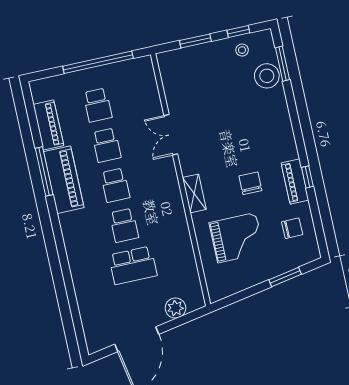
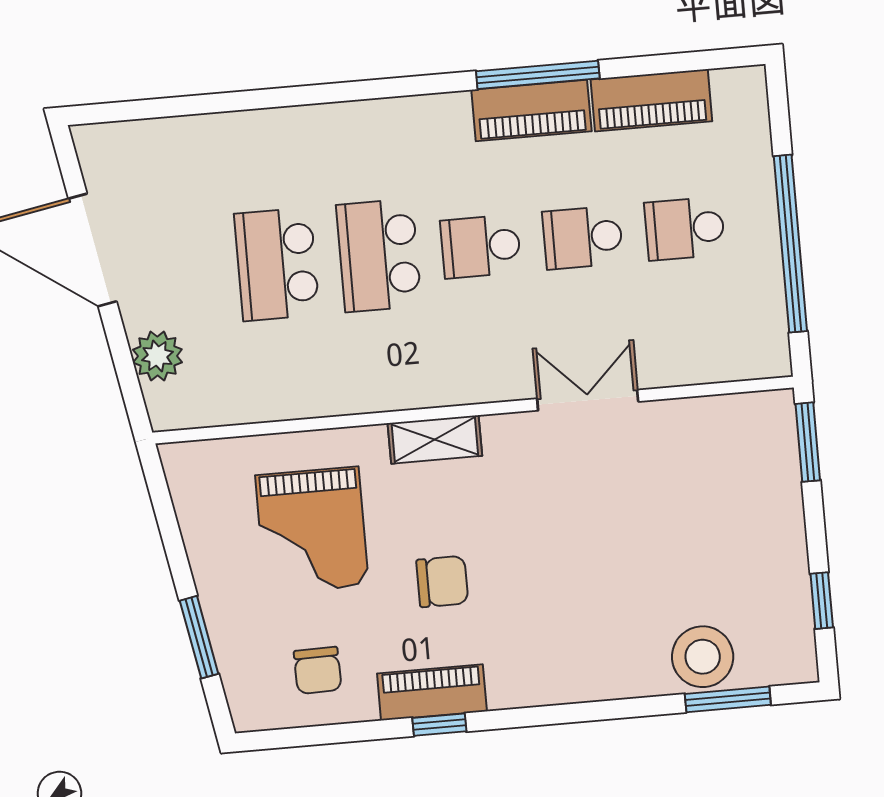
window: (195, 41) -> (808, 442), moved
stool: (242, 50) -> (774, 604), removed
piano: (64, 180) -> (531, 111), width x0.73, depth x0.75
school desk: (124, 225) -> (379, 255), width x1.85

